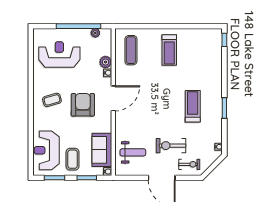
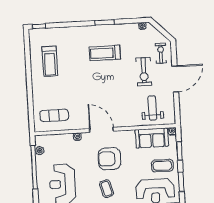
treadmill: (169, 50) -> (50, 61), moved, turned 90
plant: (105, 62) -> (67, 139), removed

